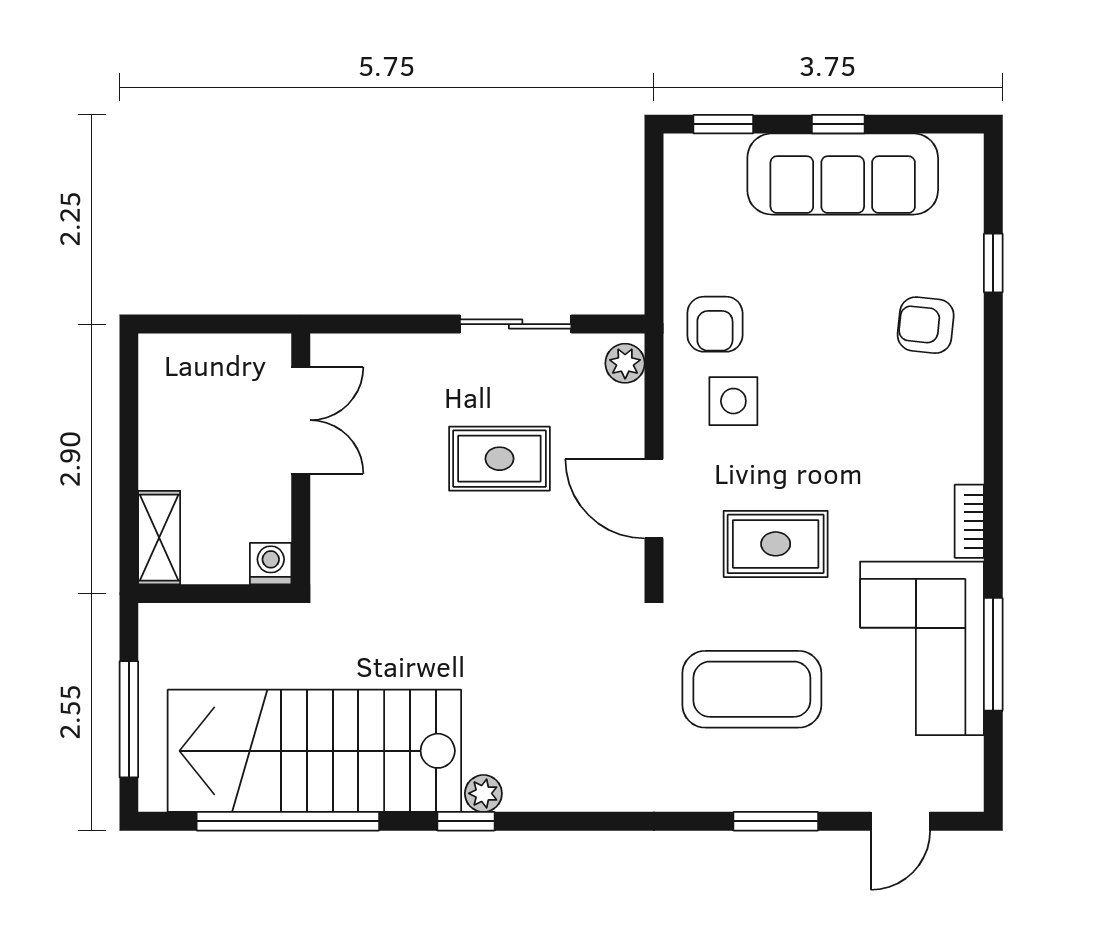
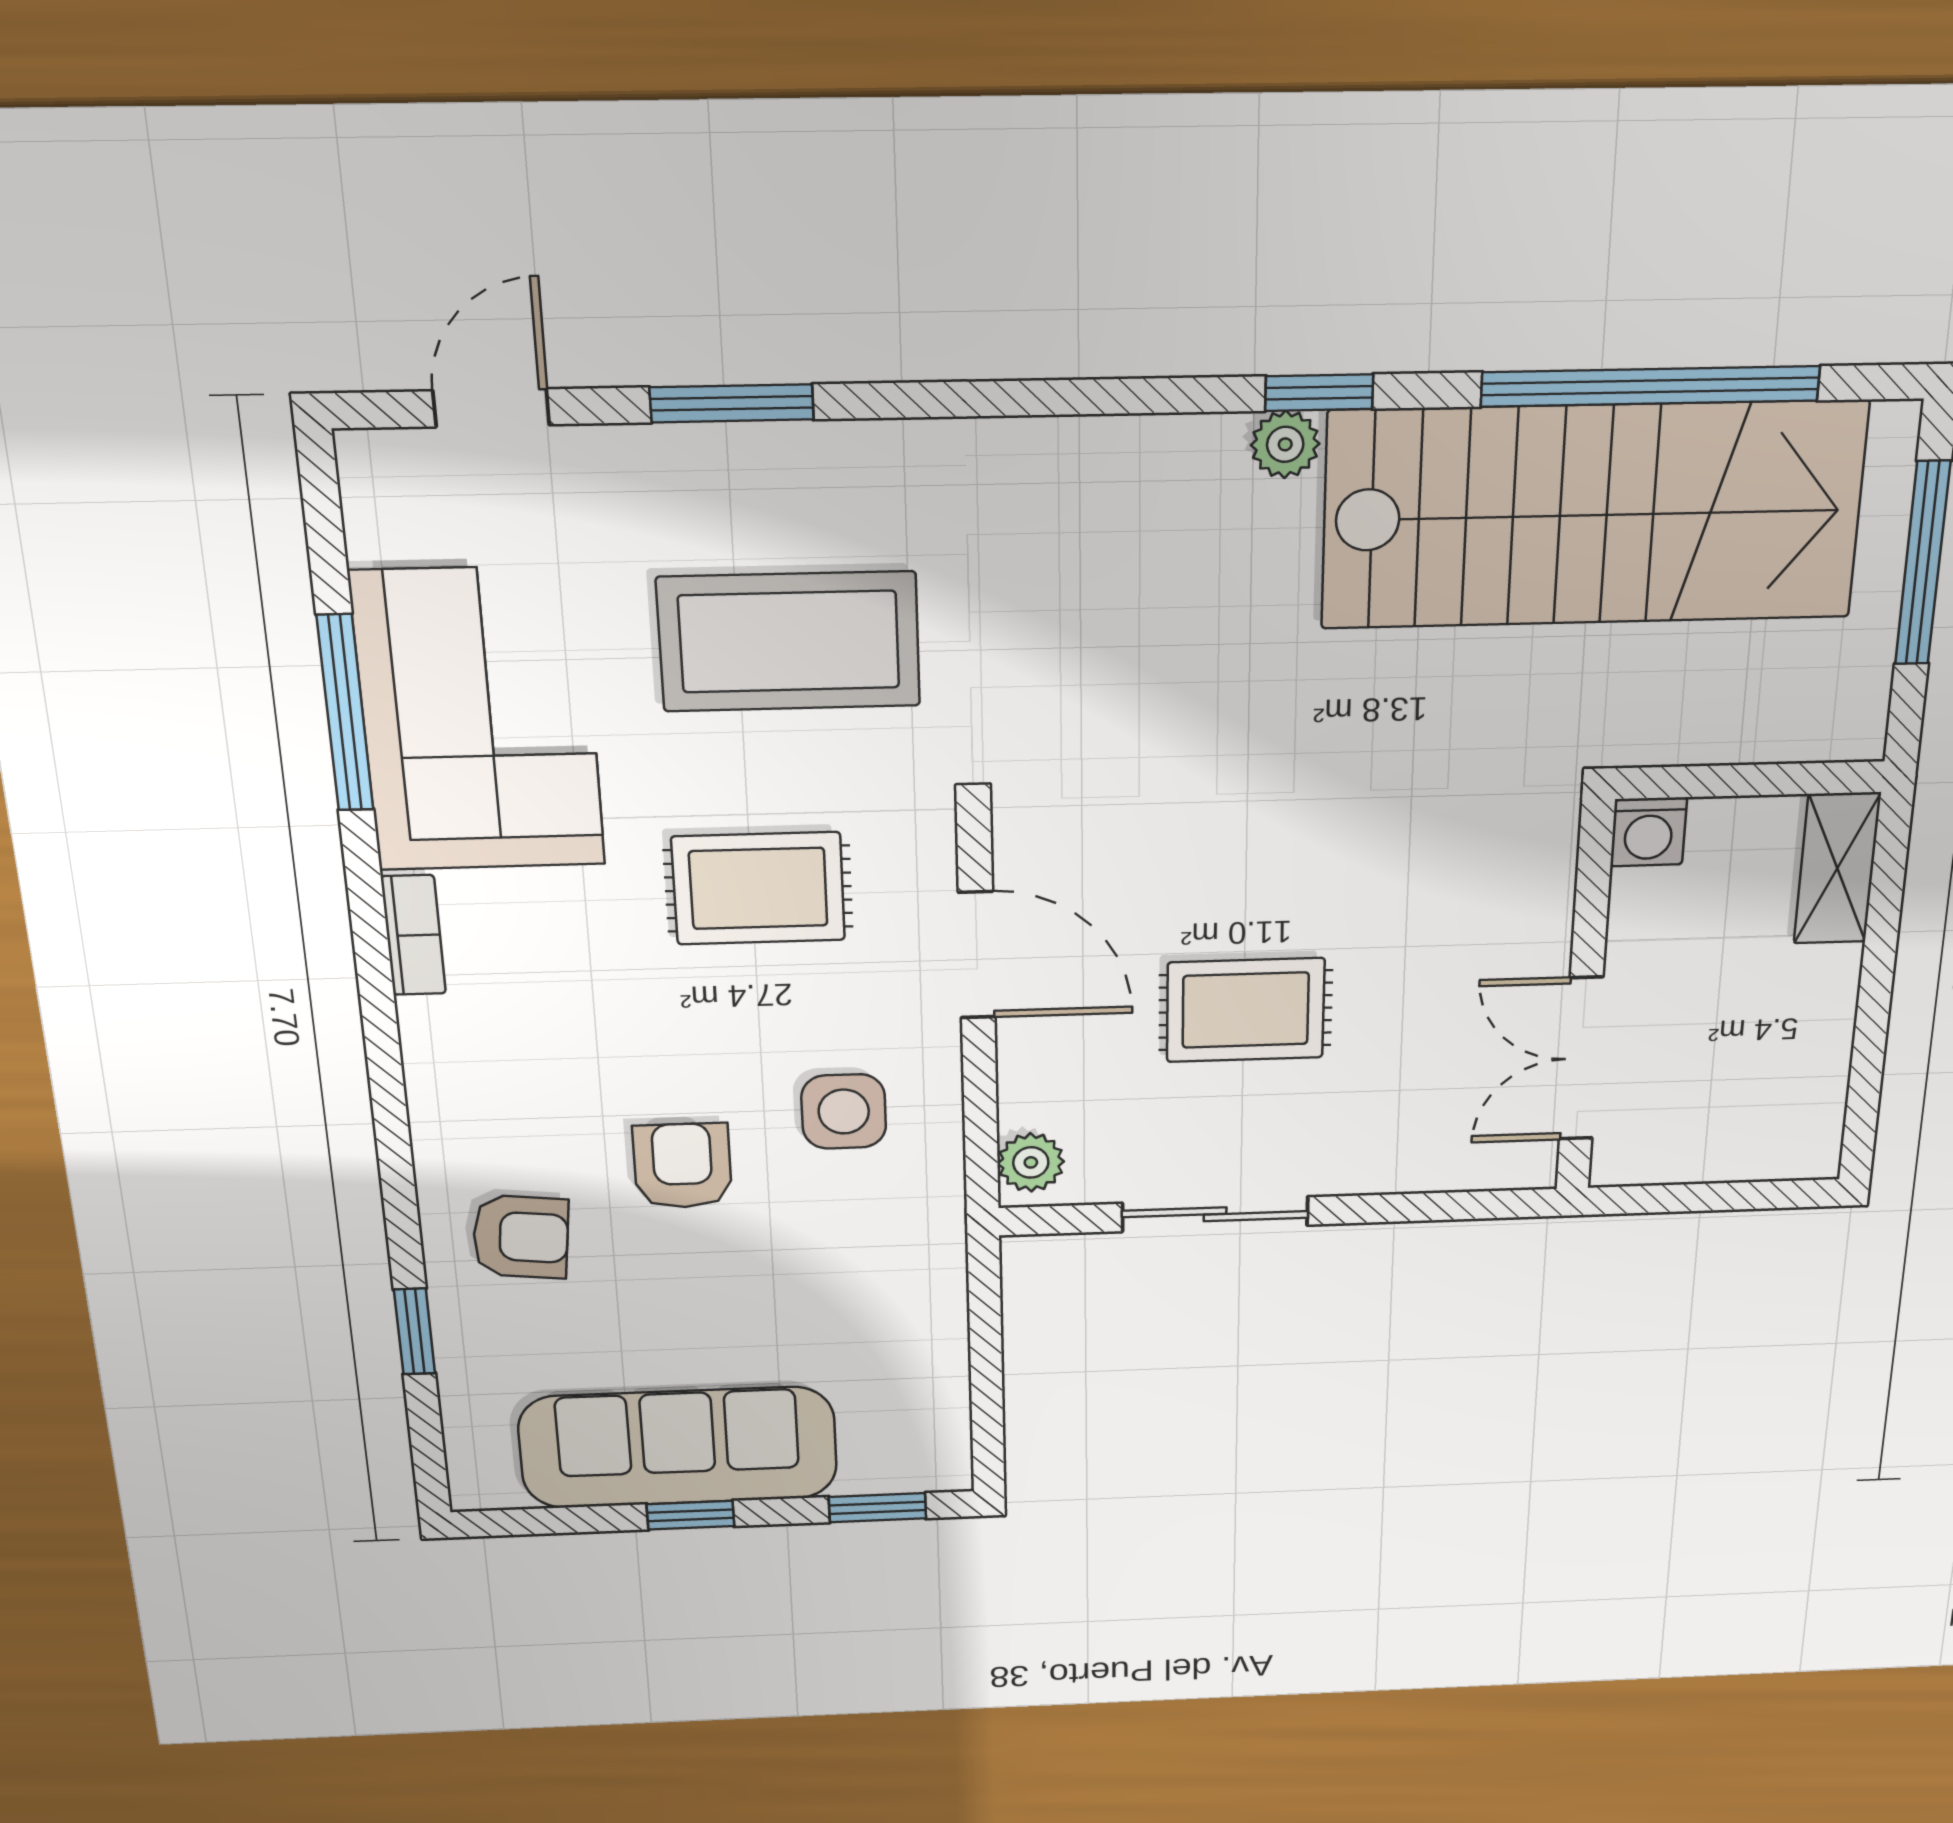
armchair: (715, 324) -> (683, 1166), moved

